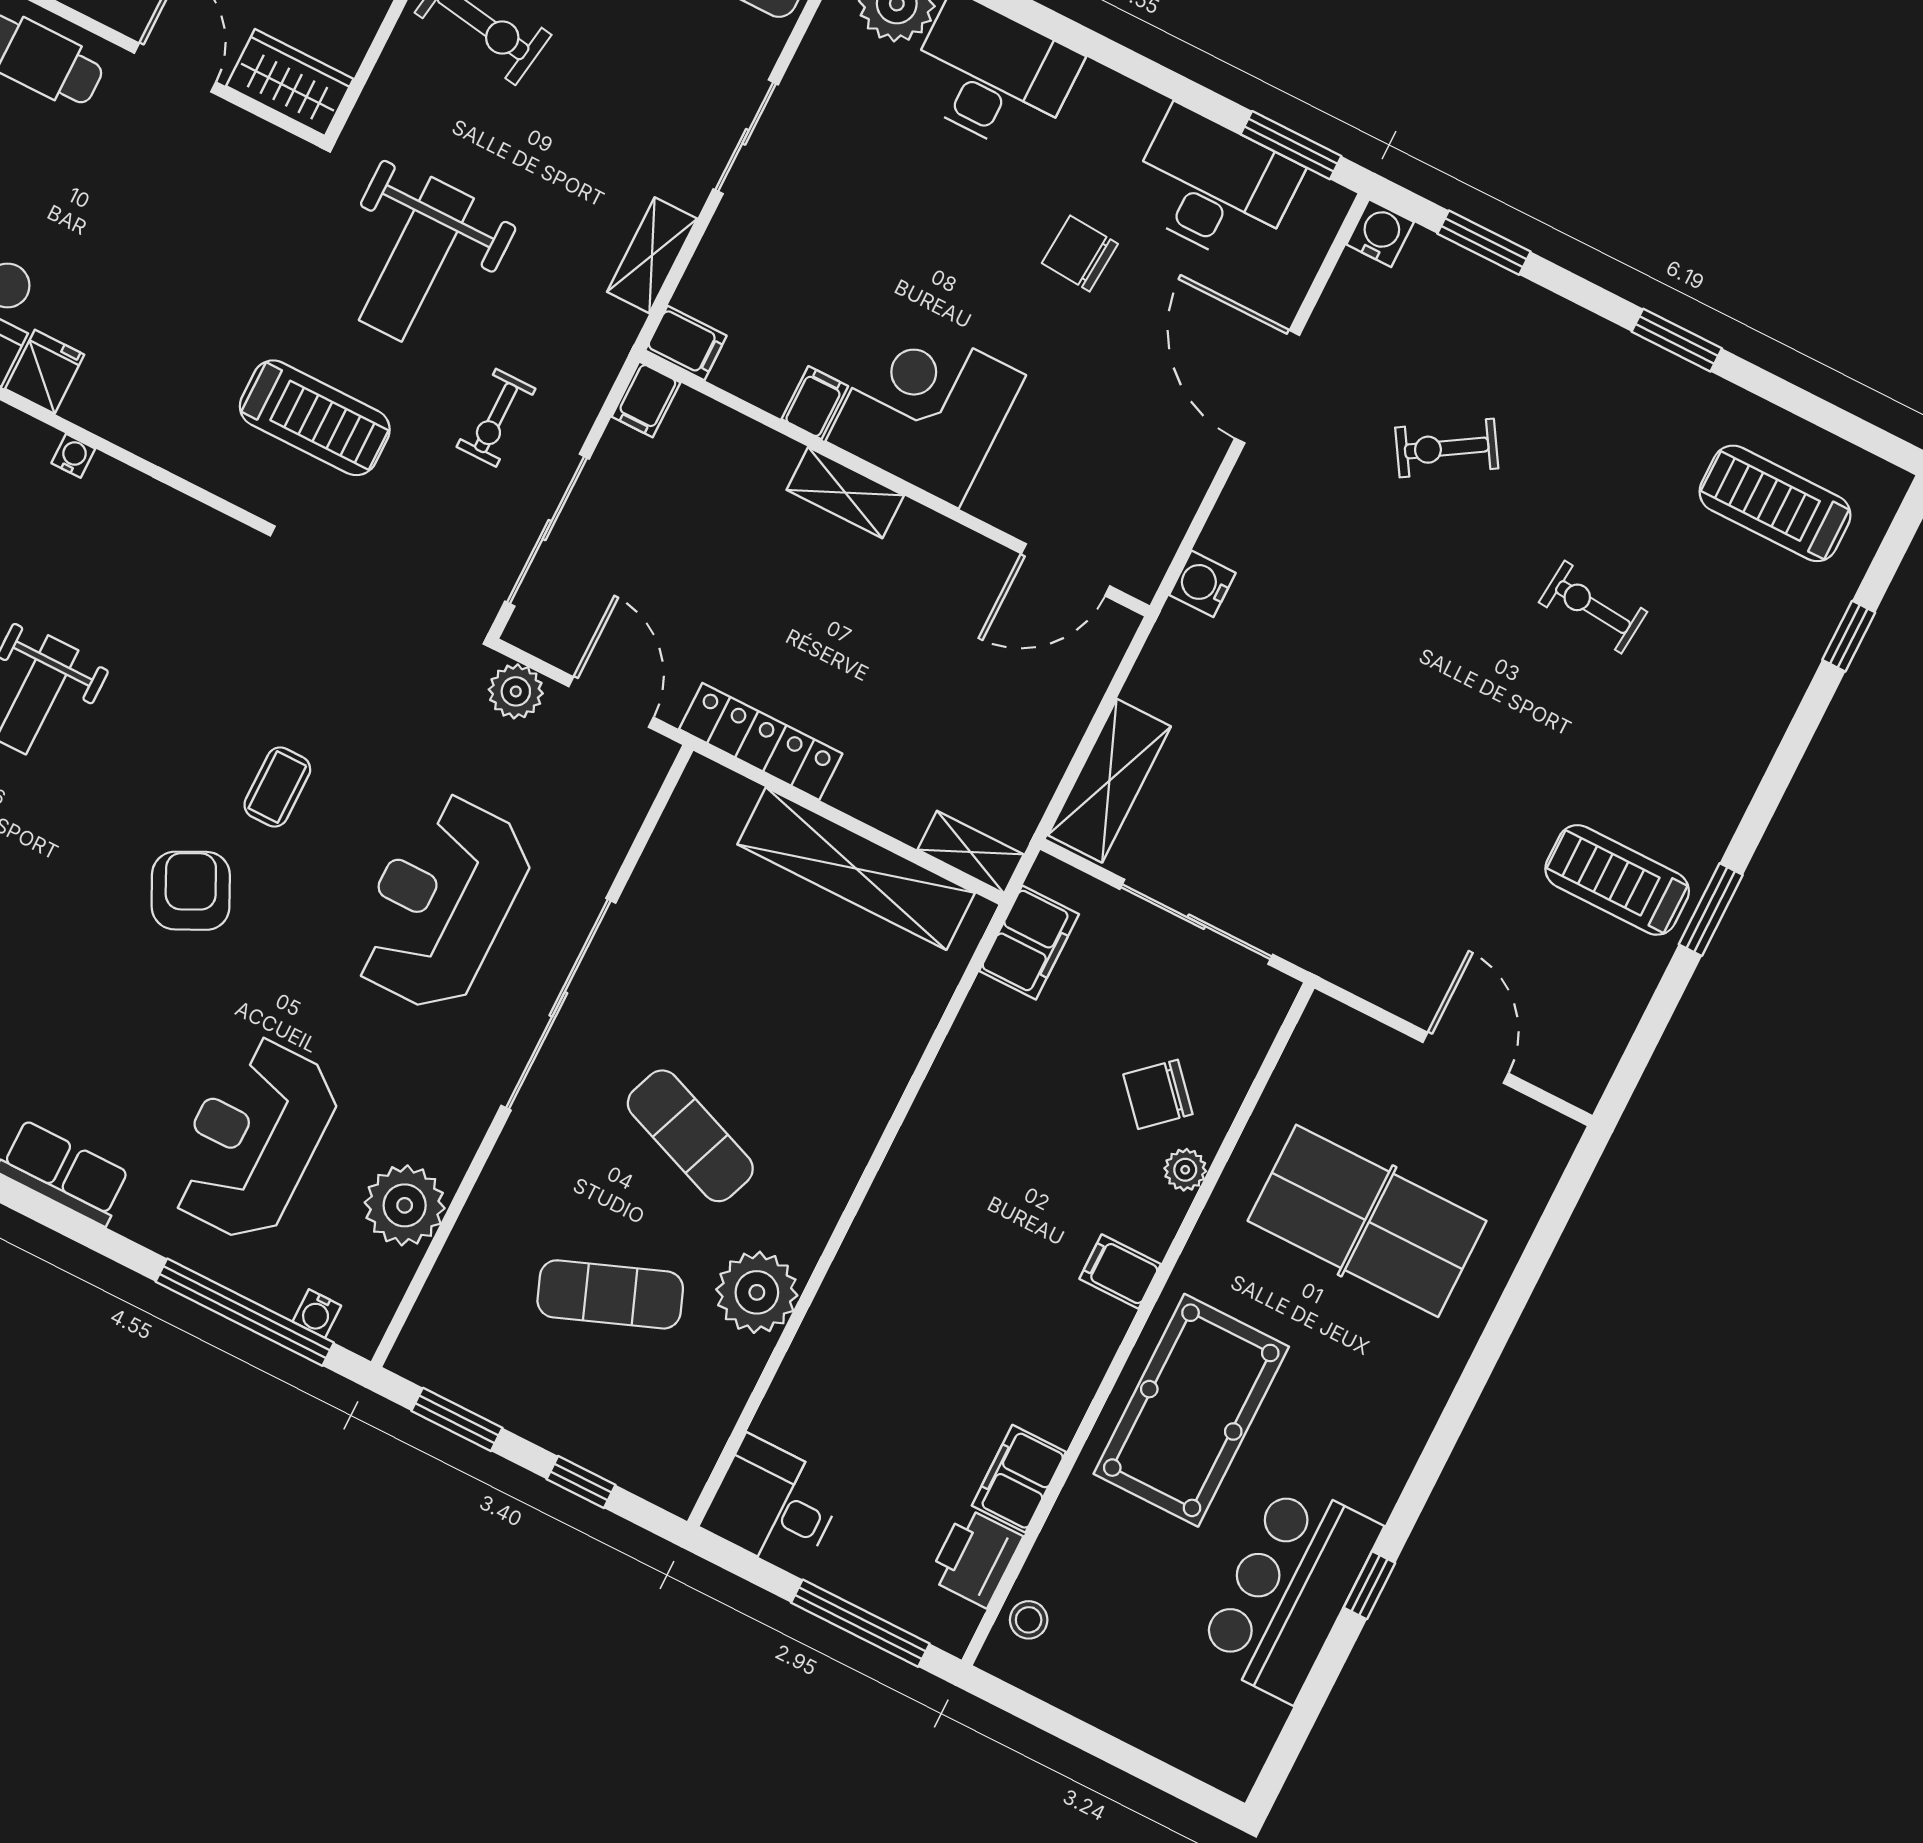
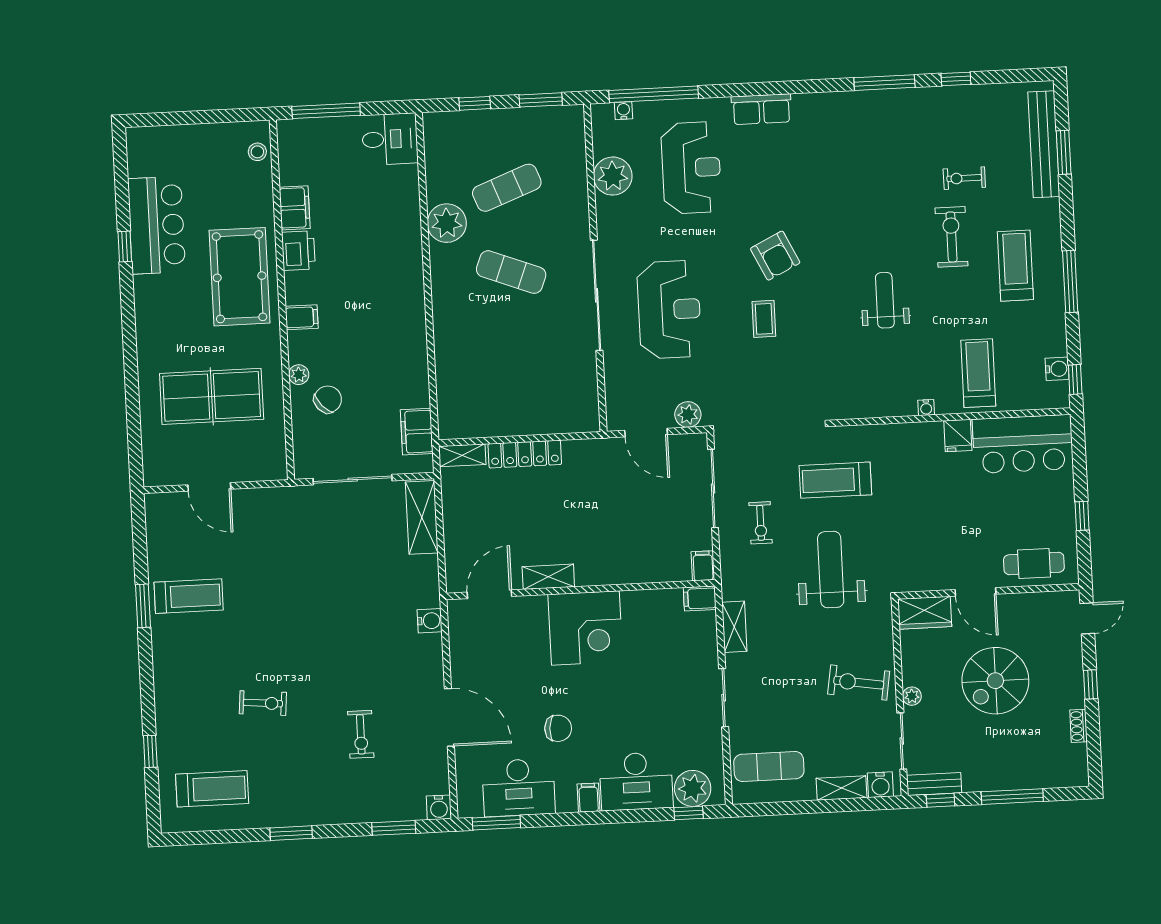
filing cabinet: (815, 403) -> (588, 798), moved, turned 180
exercise bike: (496, 418) -> (761, 523), turned 180
exercise bike: (1447, 448) -> (361, 734), turned 122
shelving: (845, 493) -> (548, 577), moved
locker: (761, 741) -> (525, 454), moved
shelving: (856, 869) -> (506, 421), removed
printer: (975, 1558) -> (298, 250), moved

